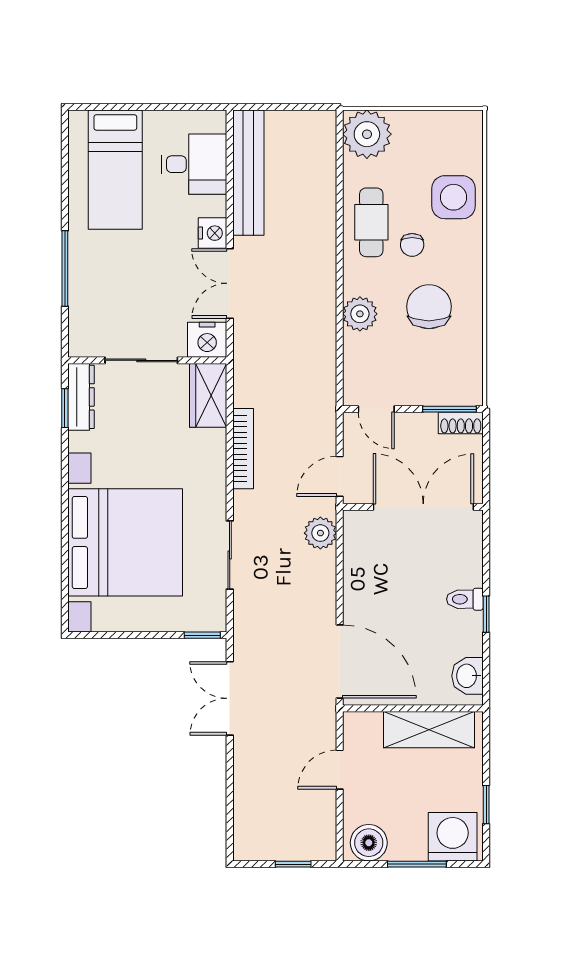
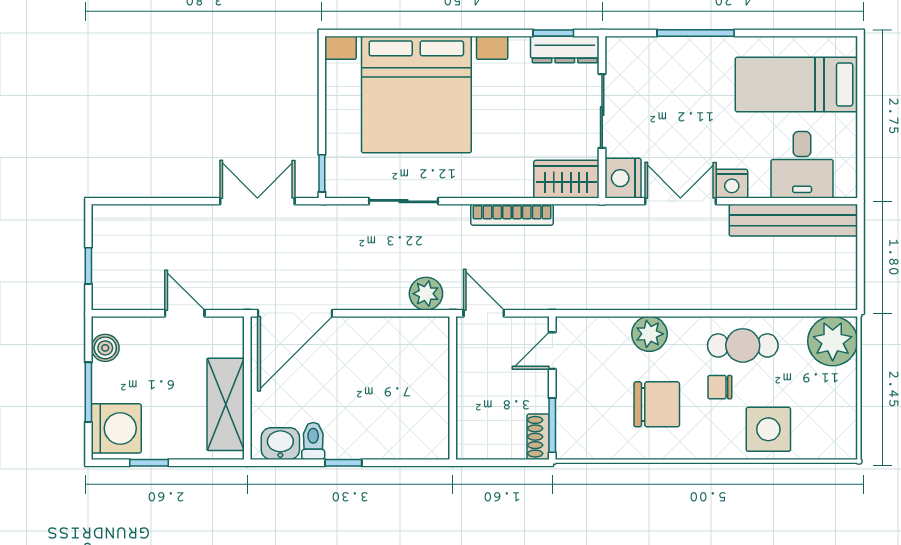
double door: (423, 507) -> (453, 399), removed
toilet: (465, 599) -> (313, 441), moved
boiler: (369, 843) -> (105, 348), width x0.73, depth x0.73

